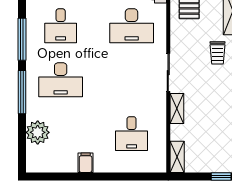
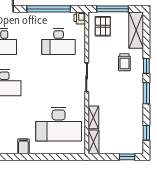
shelving: (177, 108) -> (93, 117), moved
desk: (132, 134) -> (59, 124), width x1.87, depth x1.30

